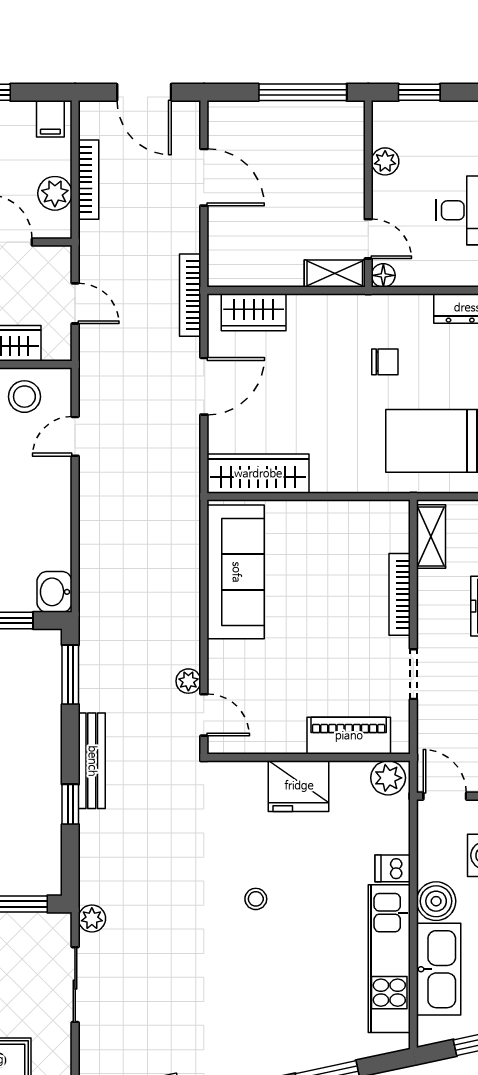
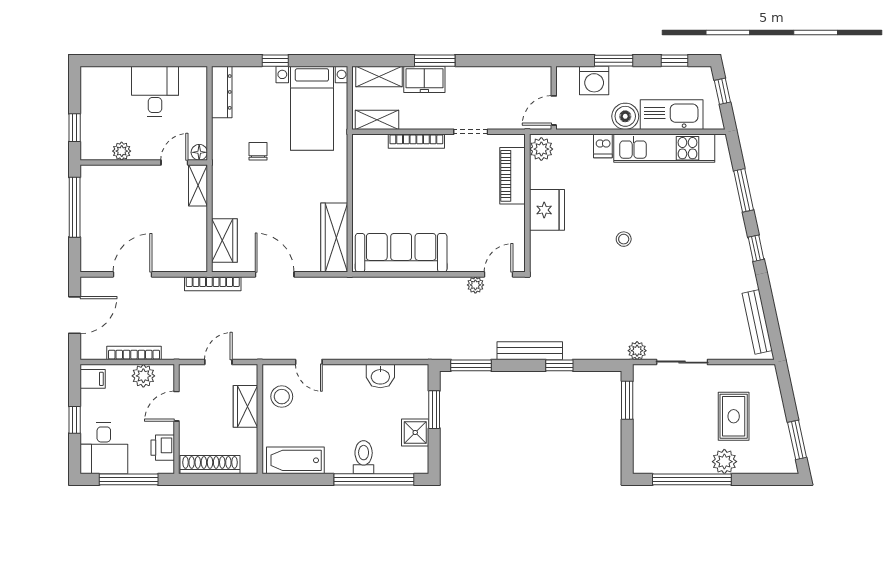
washbasin: (54, 592) -> (380, 376), moved

